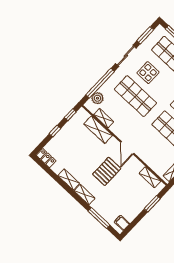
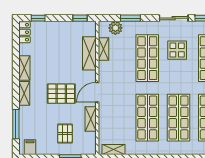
window: (100, 83) -> (130, 18), width x0.47
window: (55, 131) -> (38, 18), moved
shelving: (150, 177) -> (91, 119), moved
pallet: (134, 193) -> (65, 134), added

